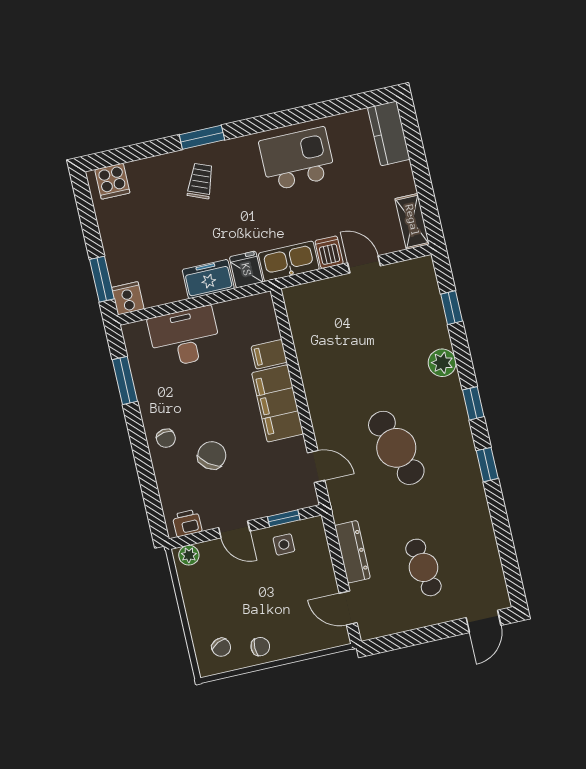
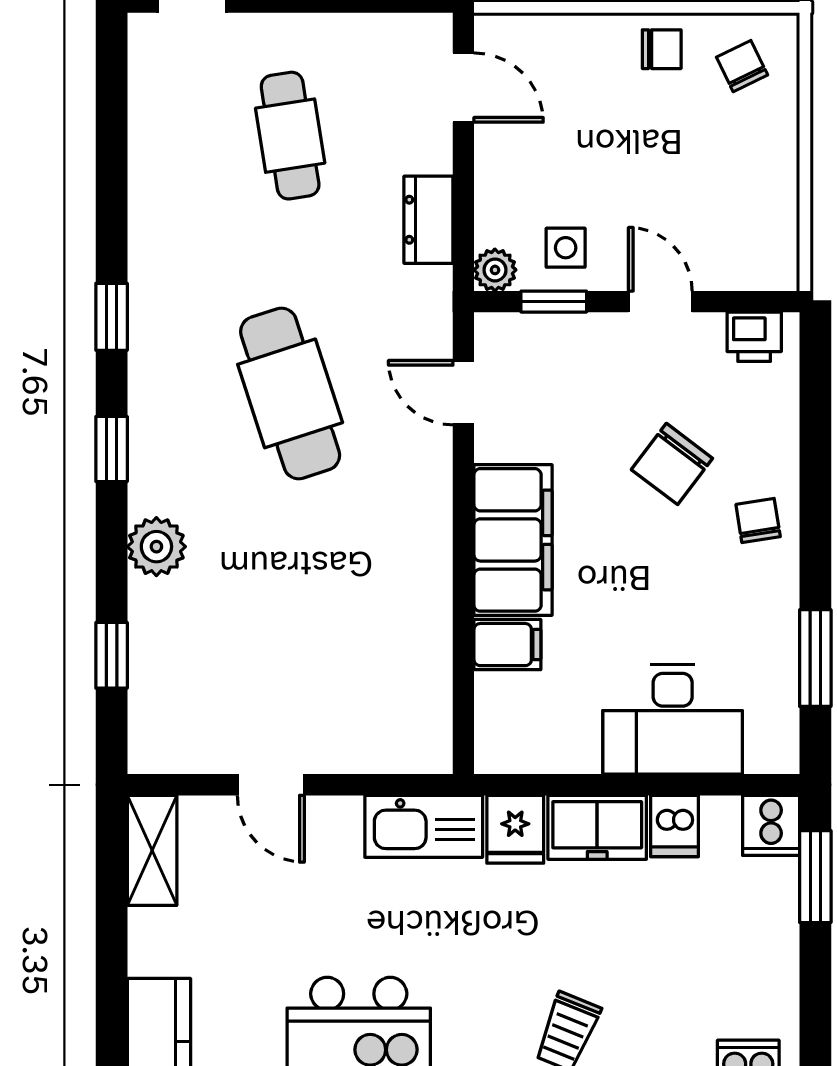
dishwasher: (329, 252) -> (674, 826), moved
dresser: (352, 552) -> (428, 220), width x0.70
plant: (189, 555) -> (495, 270), moved
chair: (260, 647) -> (662, 49), turned 180

